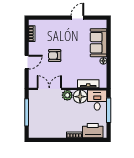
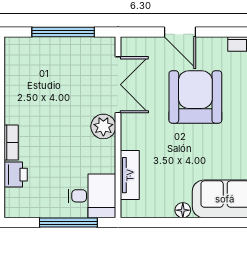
armchair: (55, 56) -> (195, 97), width x1.88, depth x1.88
floor lamp: (80, 97) -> (100, 156), removed
printer: (93, 131) -> (16, 175), width x0.53, depth x0.68

